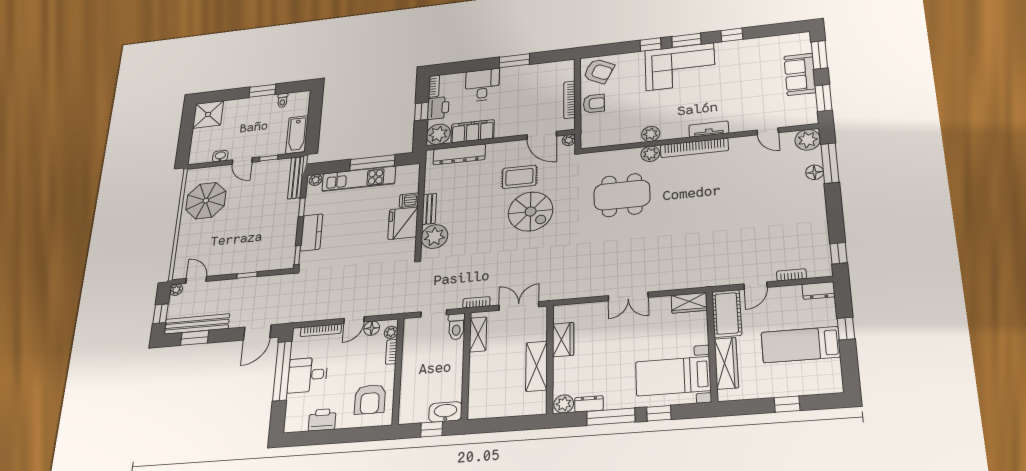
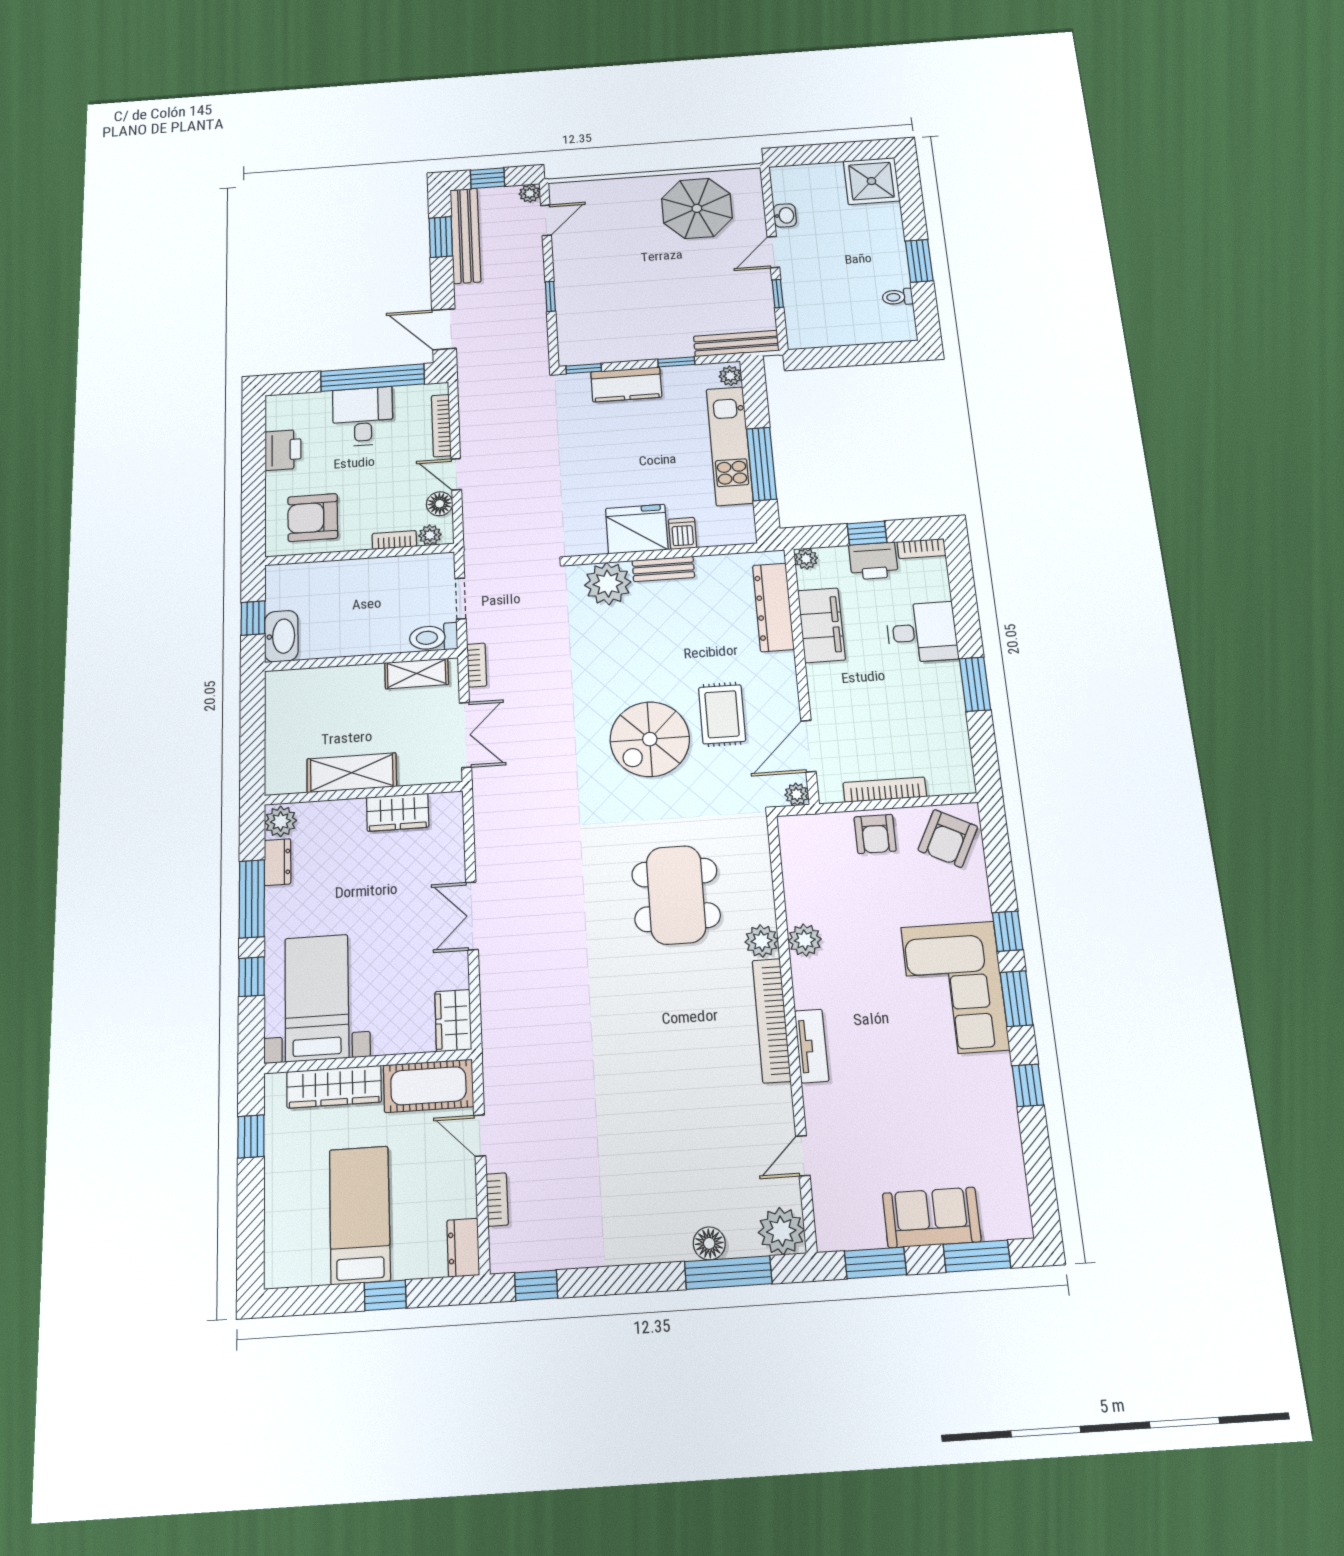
plant: (438, 134) -> (806, 559), width x0.53, depth x0.53
bathtub: (297, 135) -> (825, 332), removed
window: (787, 404) -> (251, 1136), moved

